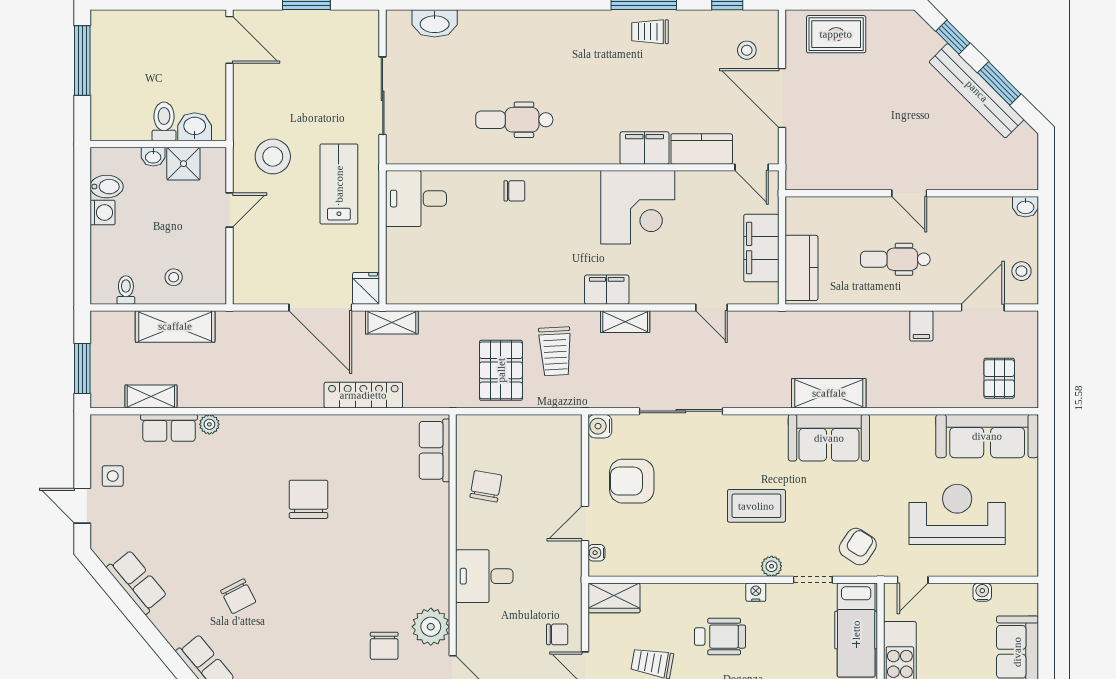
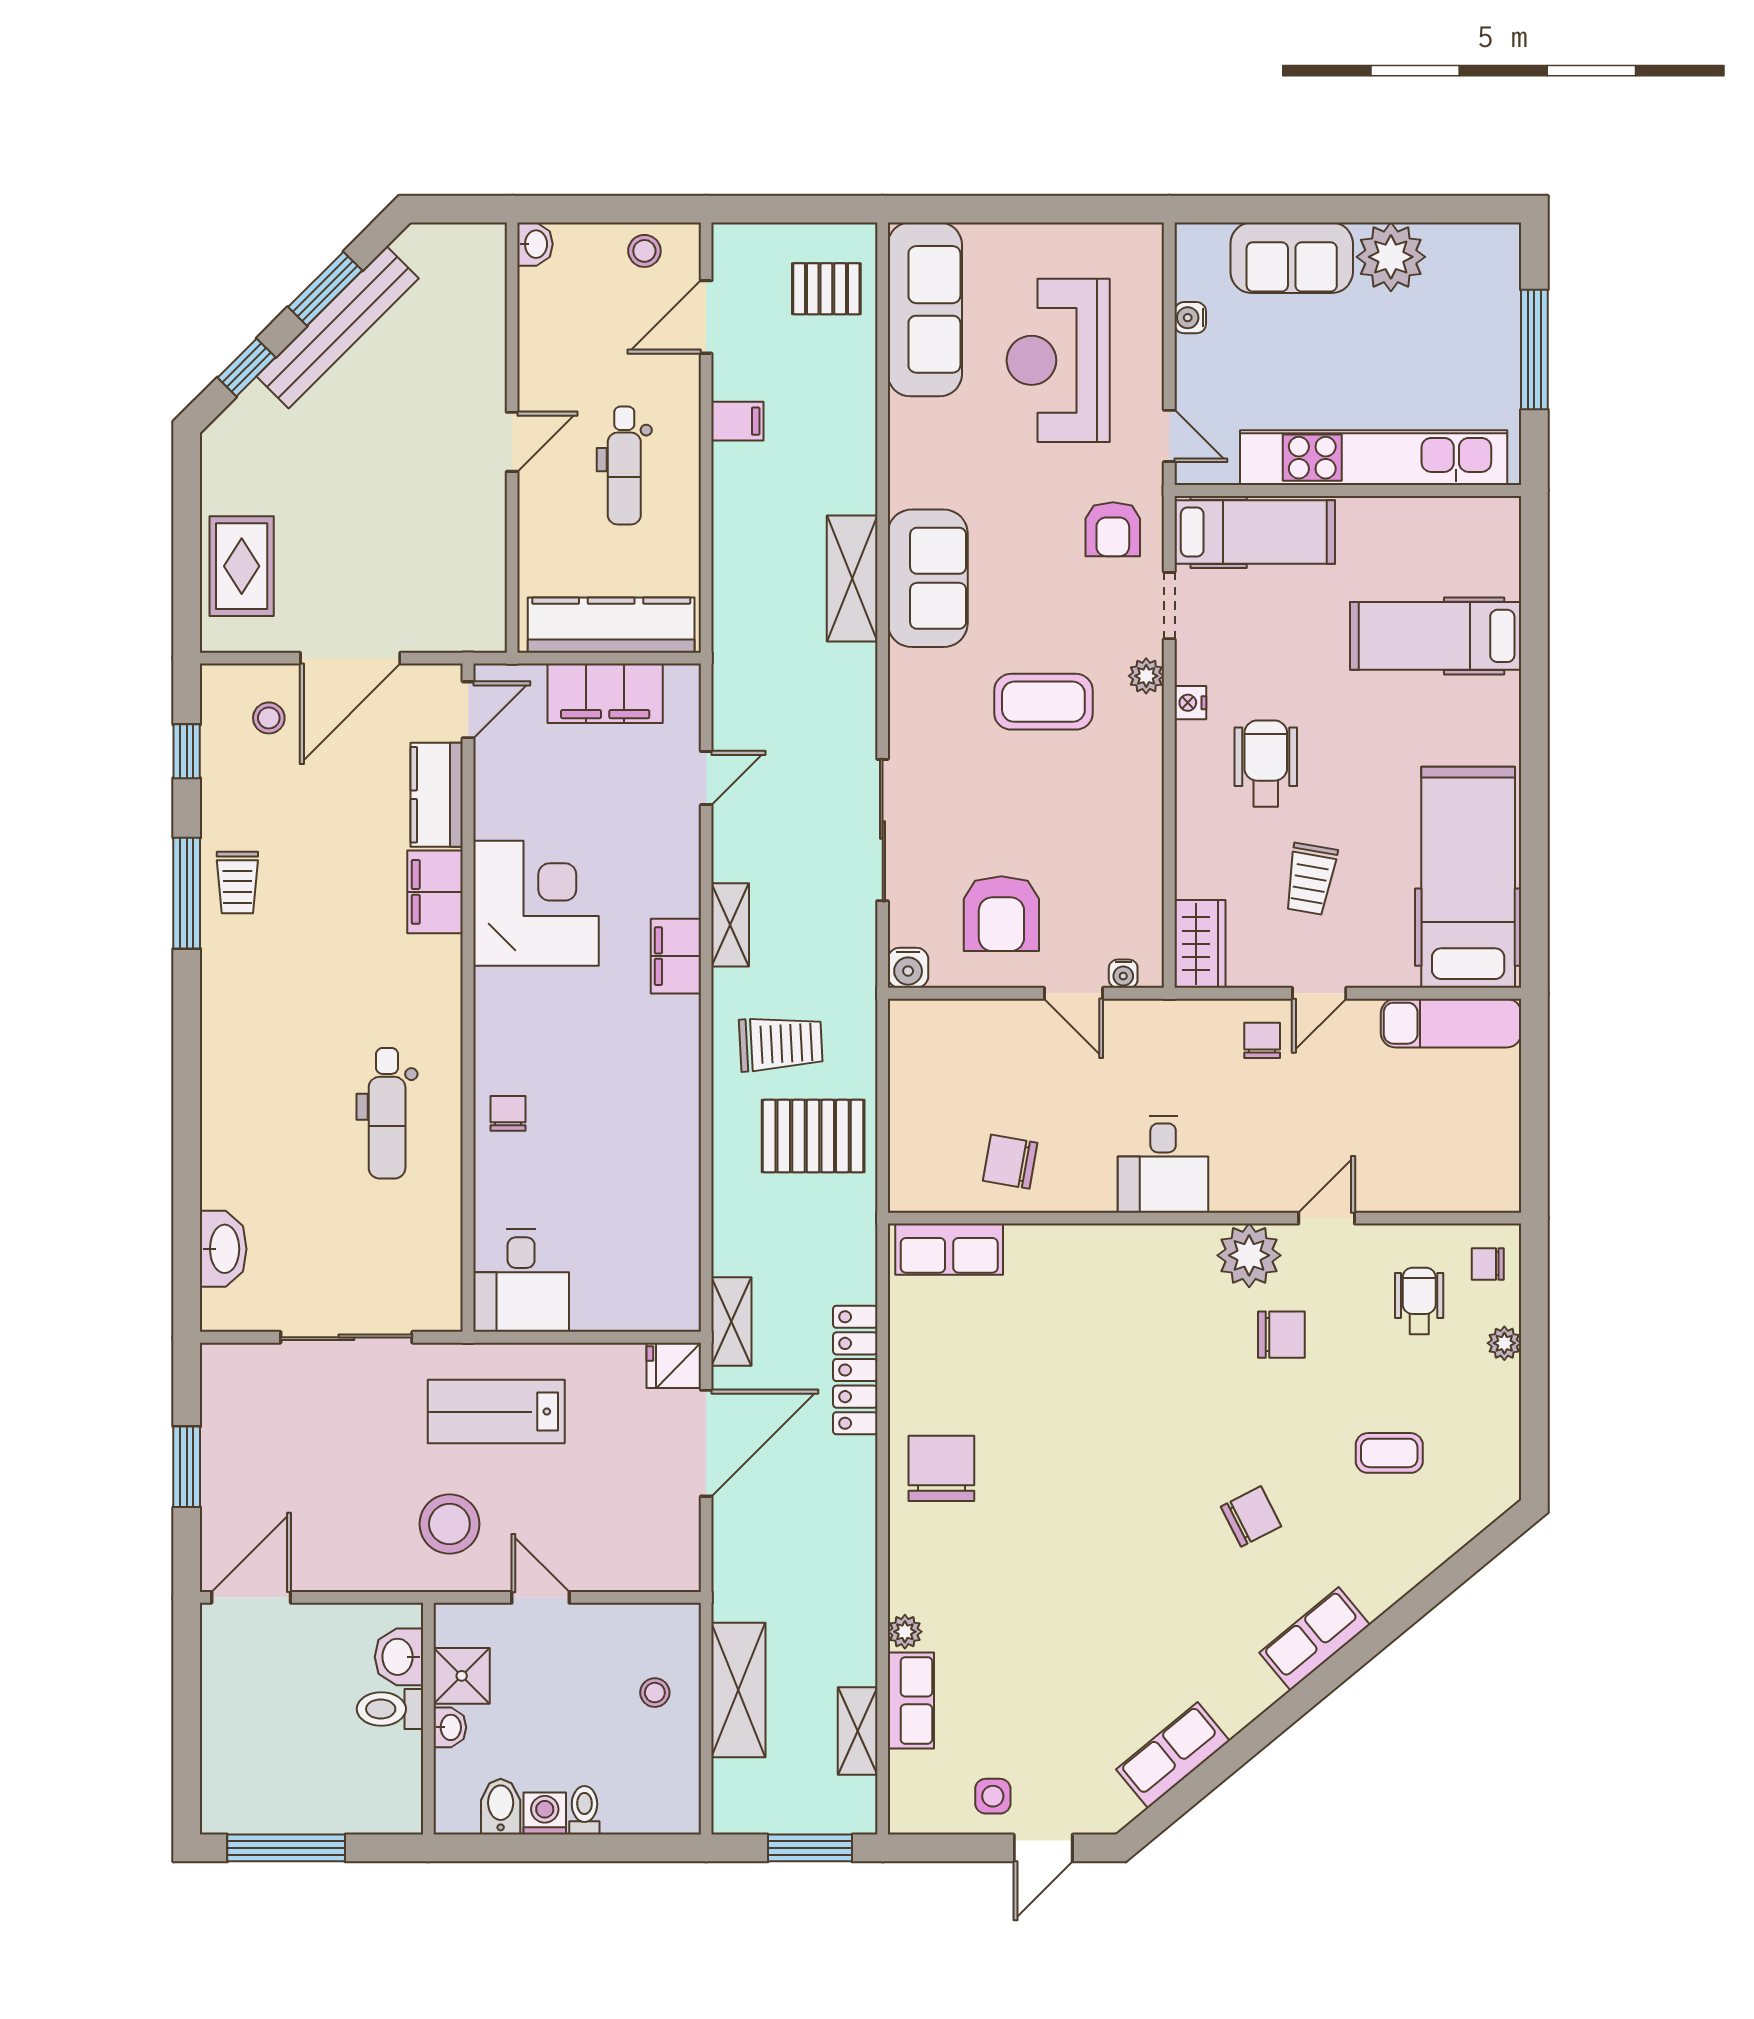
kitchen counter: (801, 268) -> (611, 625), width x1.50
toilet: (126, 290) -> (584, 1810), moved, turned 90
door: (983, 307) -> (706, 317), hinge flipped
chair: (309, 499) -> (941, 1468), moved, turned 90
coffee table: (756, 506) -> (1043, 702), turned 90
armchair: (858, 547) -> (1113, 529), turned -123
chair: (238, 596) -> (1251, 1516), moved

